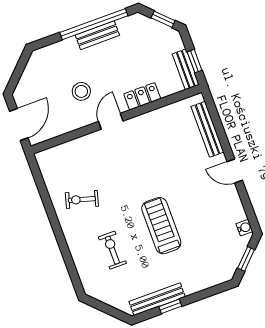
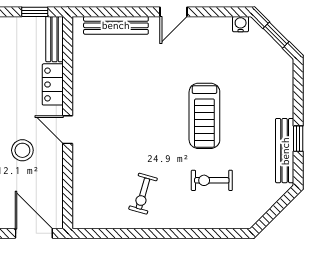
bench: (186, 69) -> (55, 39), moved, turned 90
treadmill: (161, 226) -> (204, 116), turned -90

